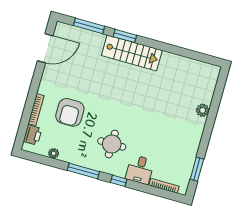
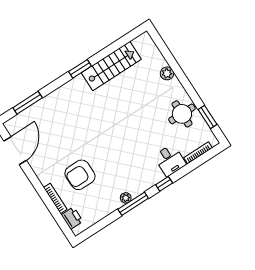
window: (125, 36) -> (80, 69), moved
stairs: (132, 53) -> (111, 66), moved
armchair: (70, 112) -> (80, 175), turned 90
round table: (112, 144) -> (182, 114), moved
plant: (54, 153) -> (126, 198), moved

